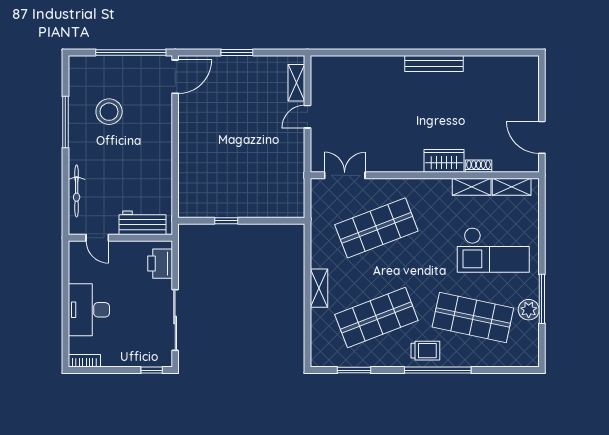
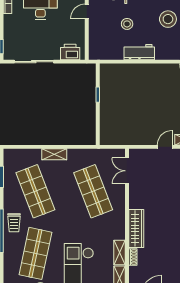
door: (307, 117) -> (165, 147), hinge flipped
wardrobe: (444, 161) -> (136, 228), width x1.50
stool: (117, 175) -> (127, 24), added
double door: (345, 175) -> (127, 171), swing flipped
workbench: (142, 223) -> (139, 52), moved, turned -90

